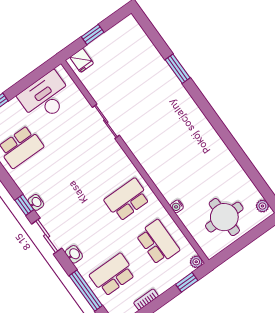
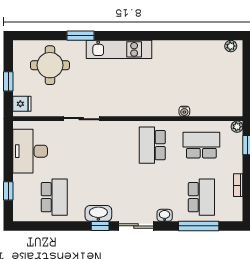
kitchen unit: (190, 111) -> (119, 49), added
washbasin: (36, 202) -> (98, 213), width x1.91, depth x1.45
round table: (224, 217) -> (50, 65), moved
school desk: (113, 275) -> (201, 197), turned 180

